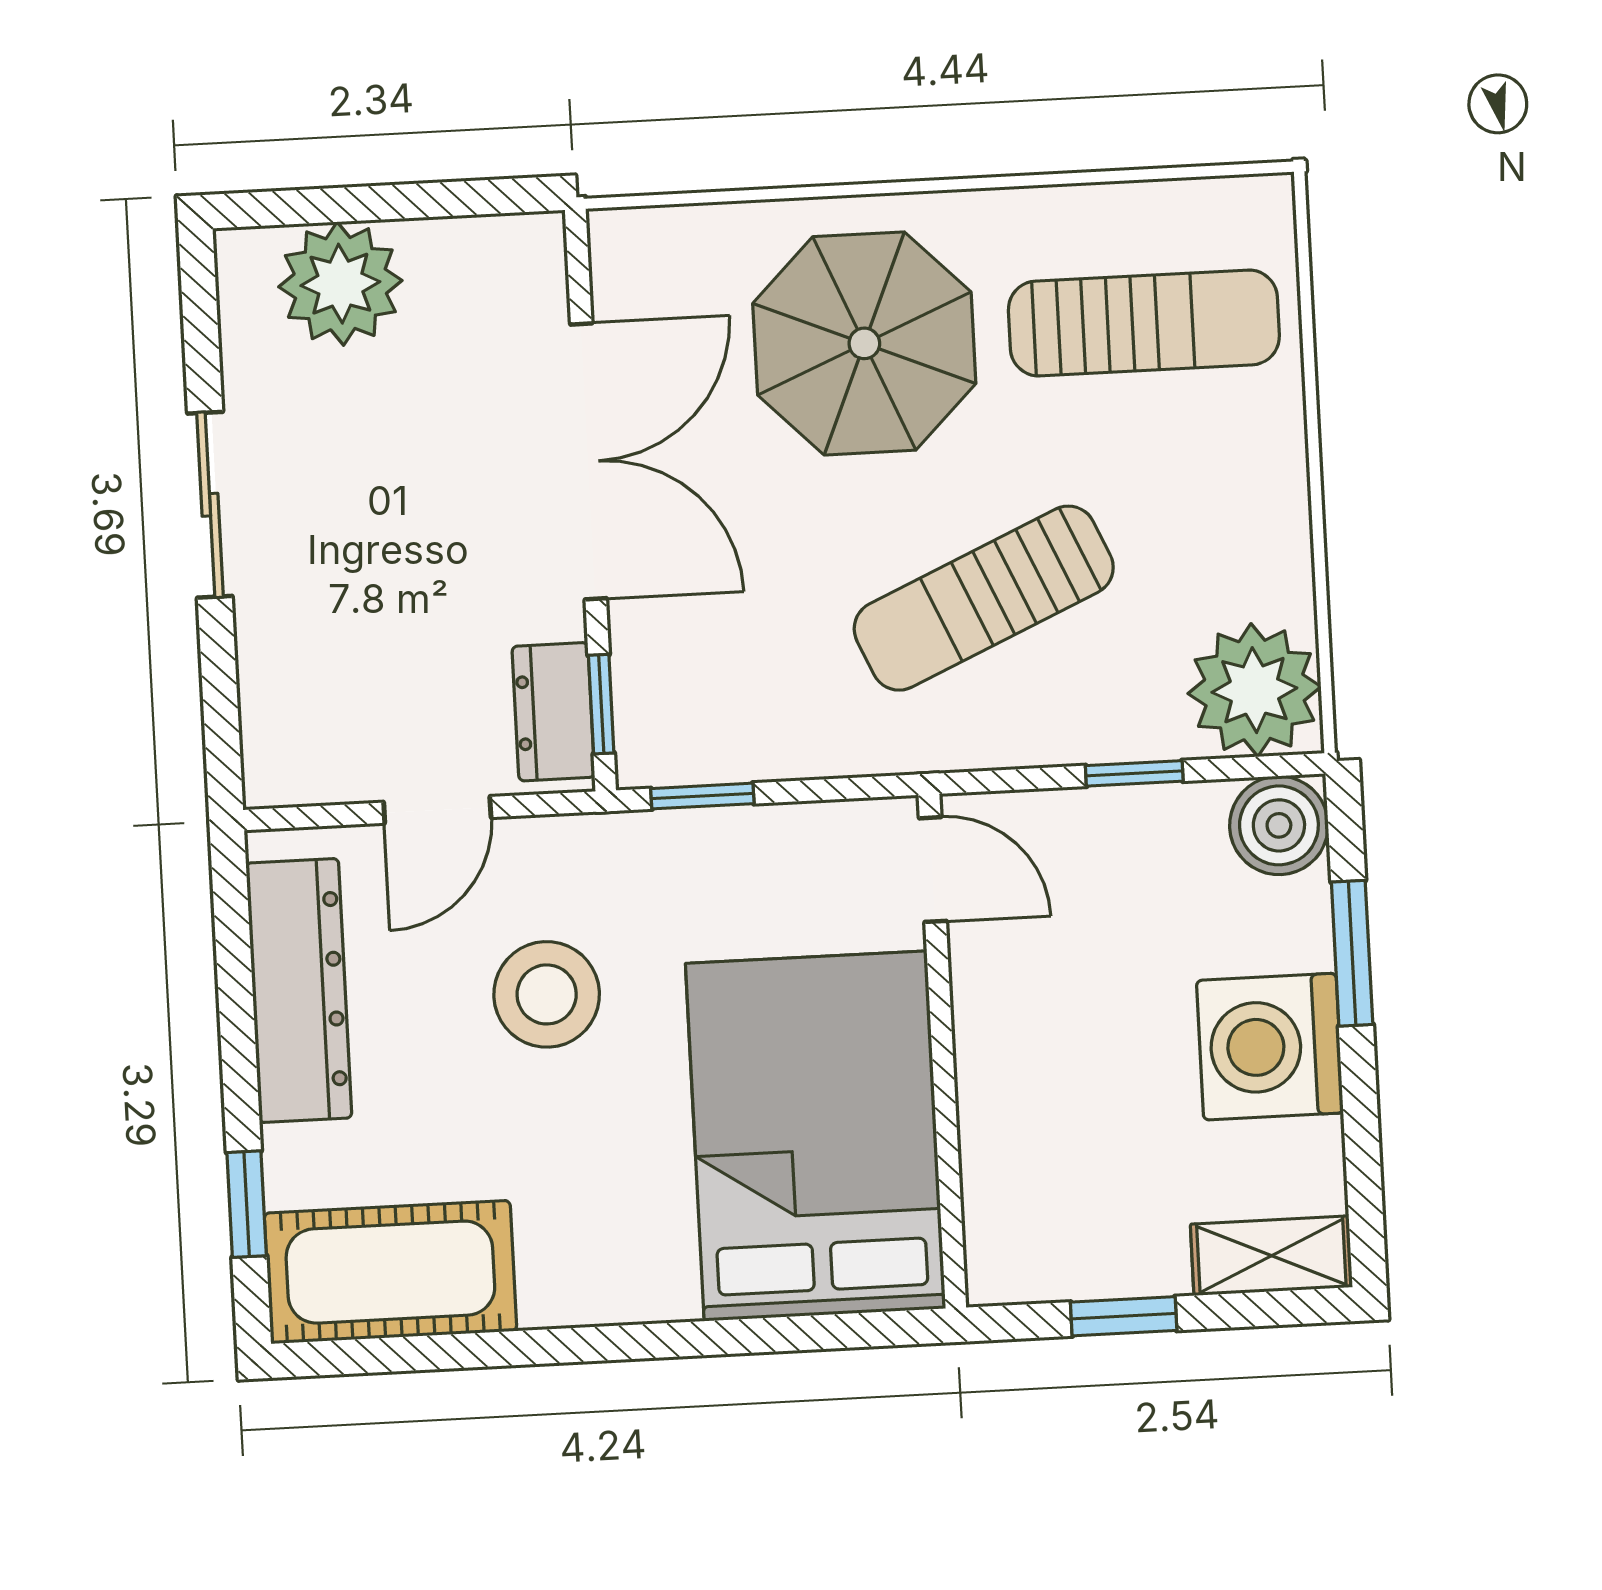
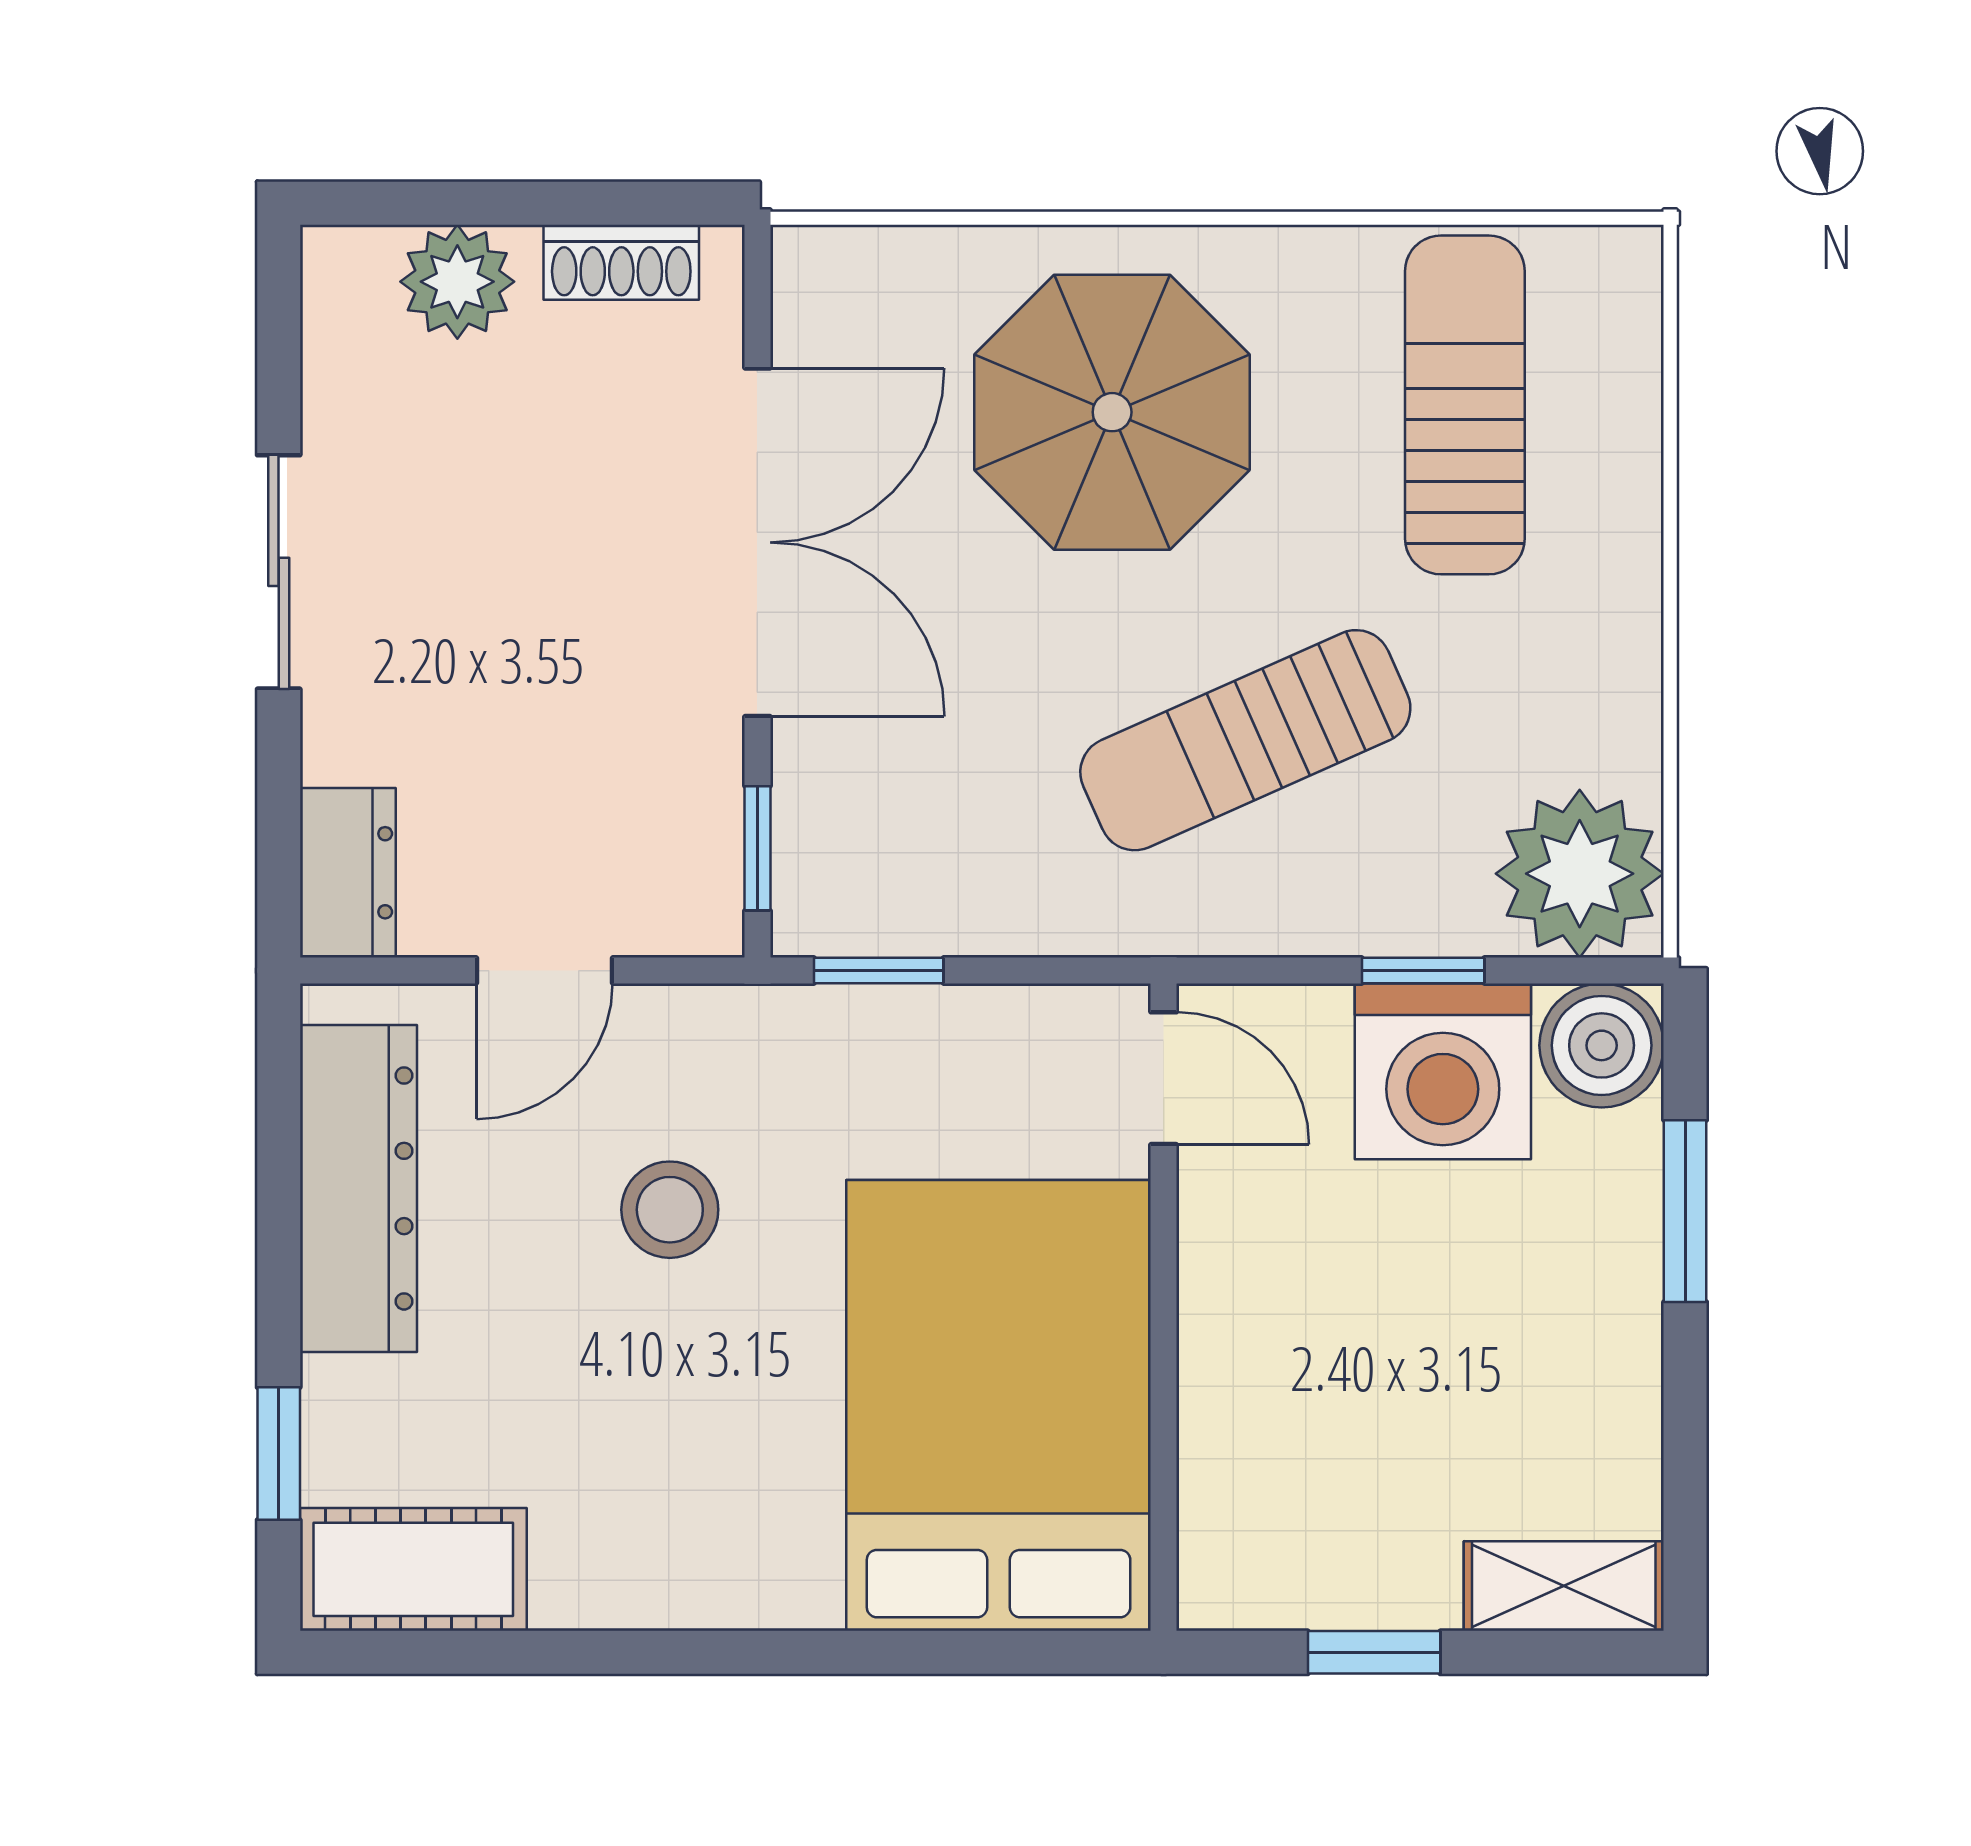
shoe rack: (469, 245) -> (621, 262), added
plant: (340, 284) -> (457, 282), width x0.73, depth x0.73
sun lounger: (1144, 323) -> (1465, 405), turned -90
dresser: (553, 712) -> (348, 873), moved, turned 180
stool: (547, 994) -> (670, 1210), width x0.73, depth x0.73
washing machine: (1270, 1047) -> (1443, 1071), moved, turned -90
cot: (390, 1272) -> (413, 1569), width x0.73, depth x0.75

